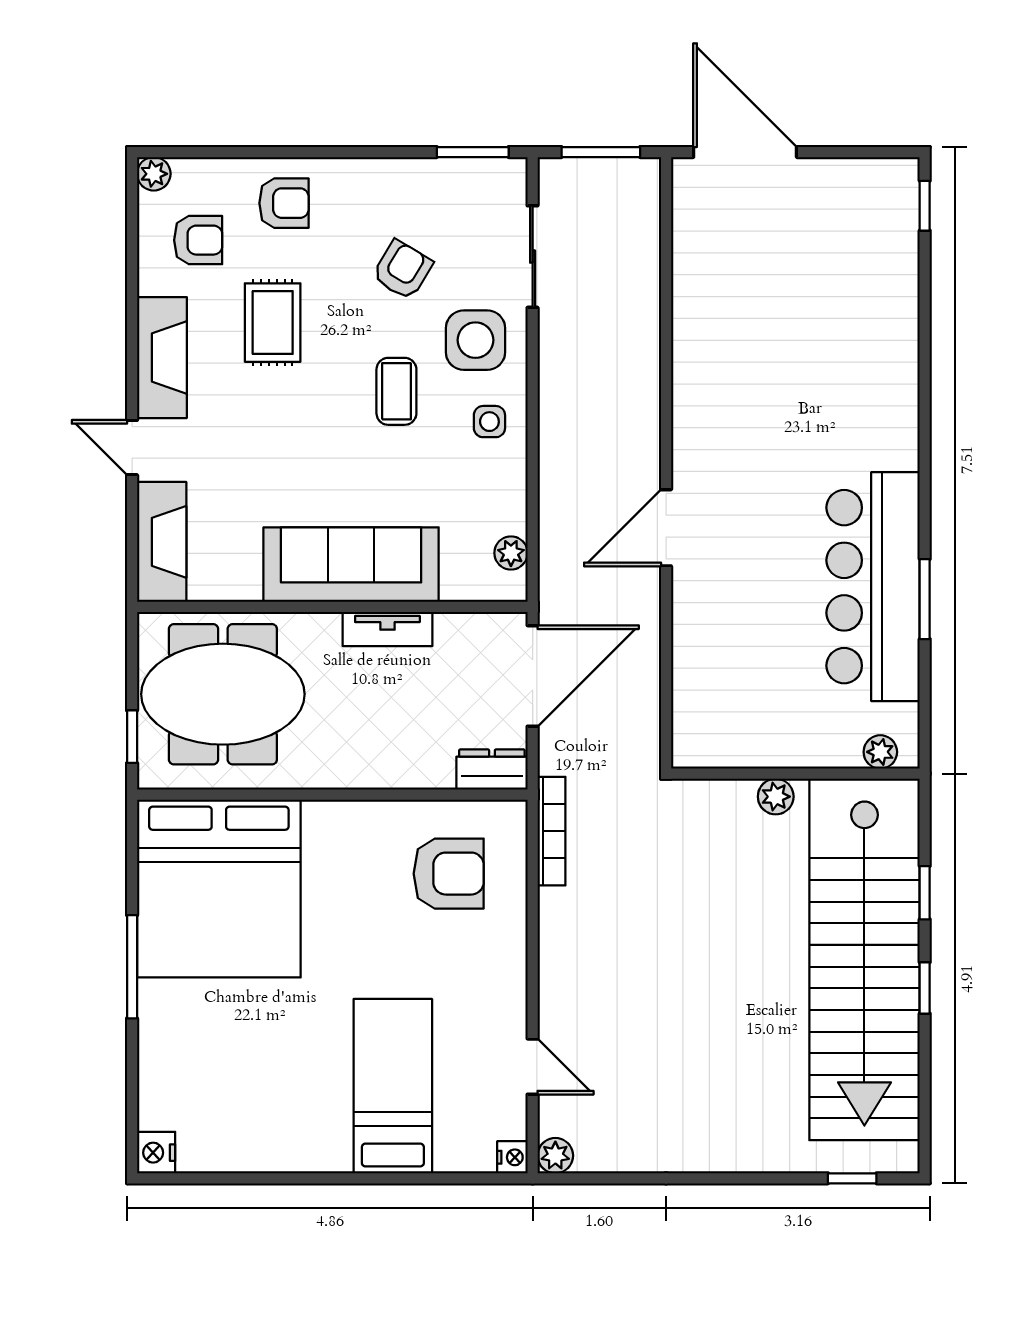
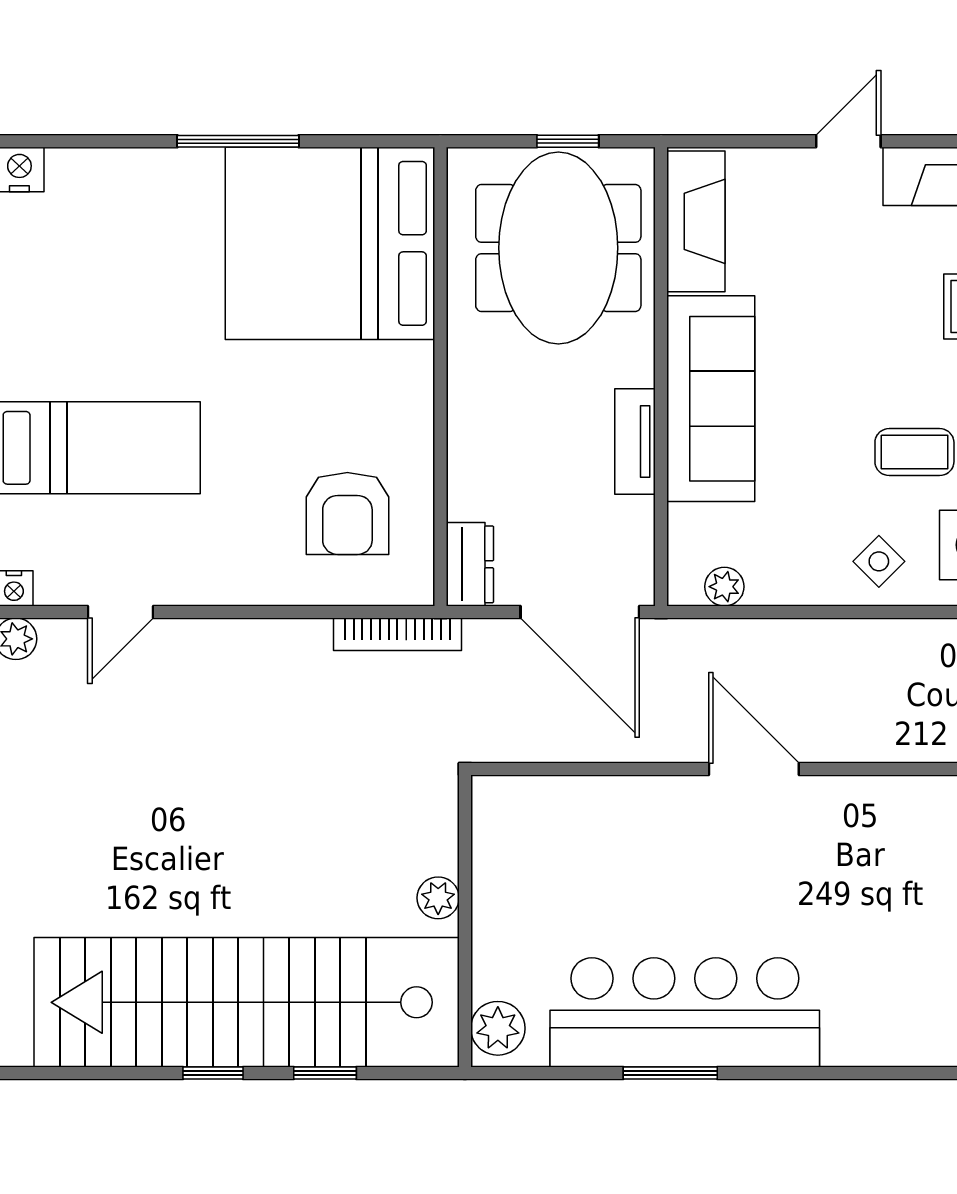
side table: (489, 422) -> (879, 561), turned 45
fireplace: (162, 542) -> (696, 221), moved, turned -90
window: (132, 737) -> (568, 141), moved
plant: (880, 752) -> (498, 1028), width x1.38, depth x1.38

